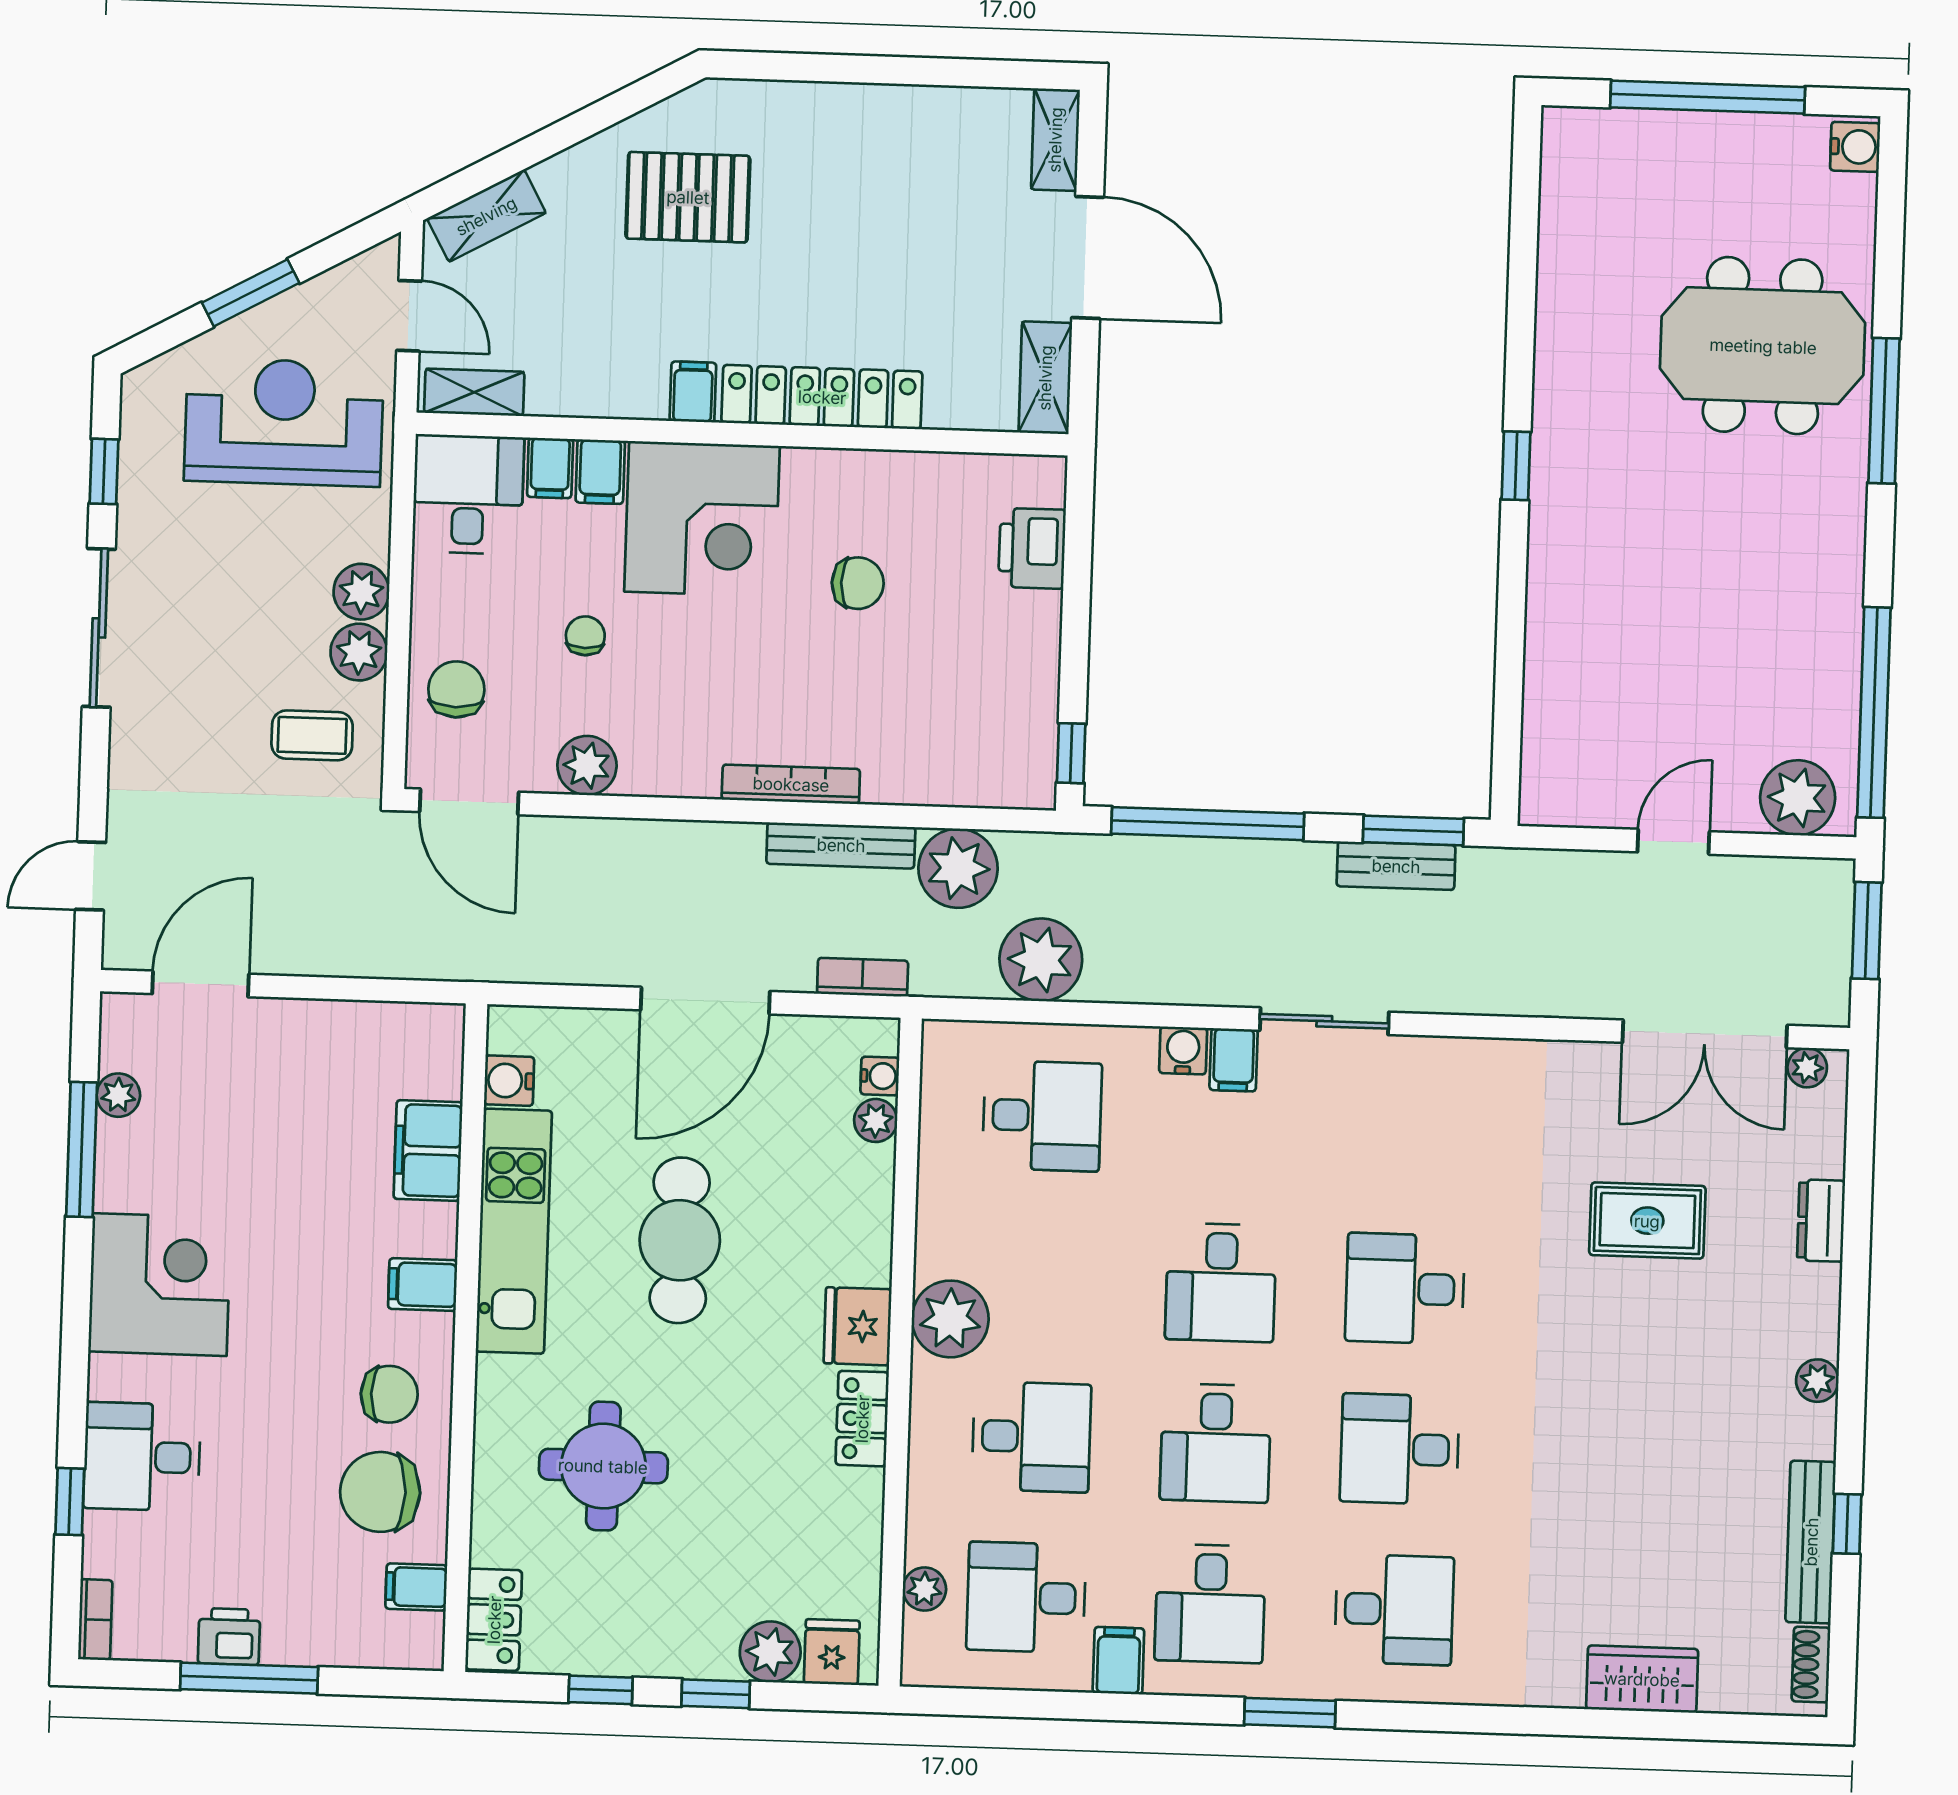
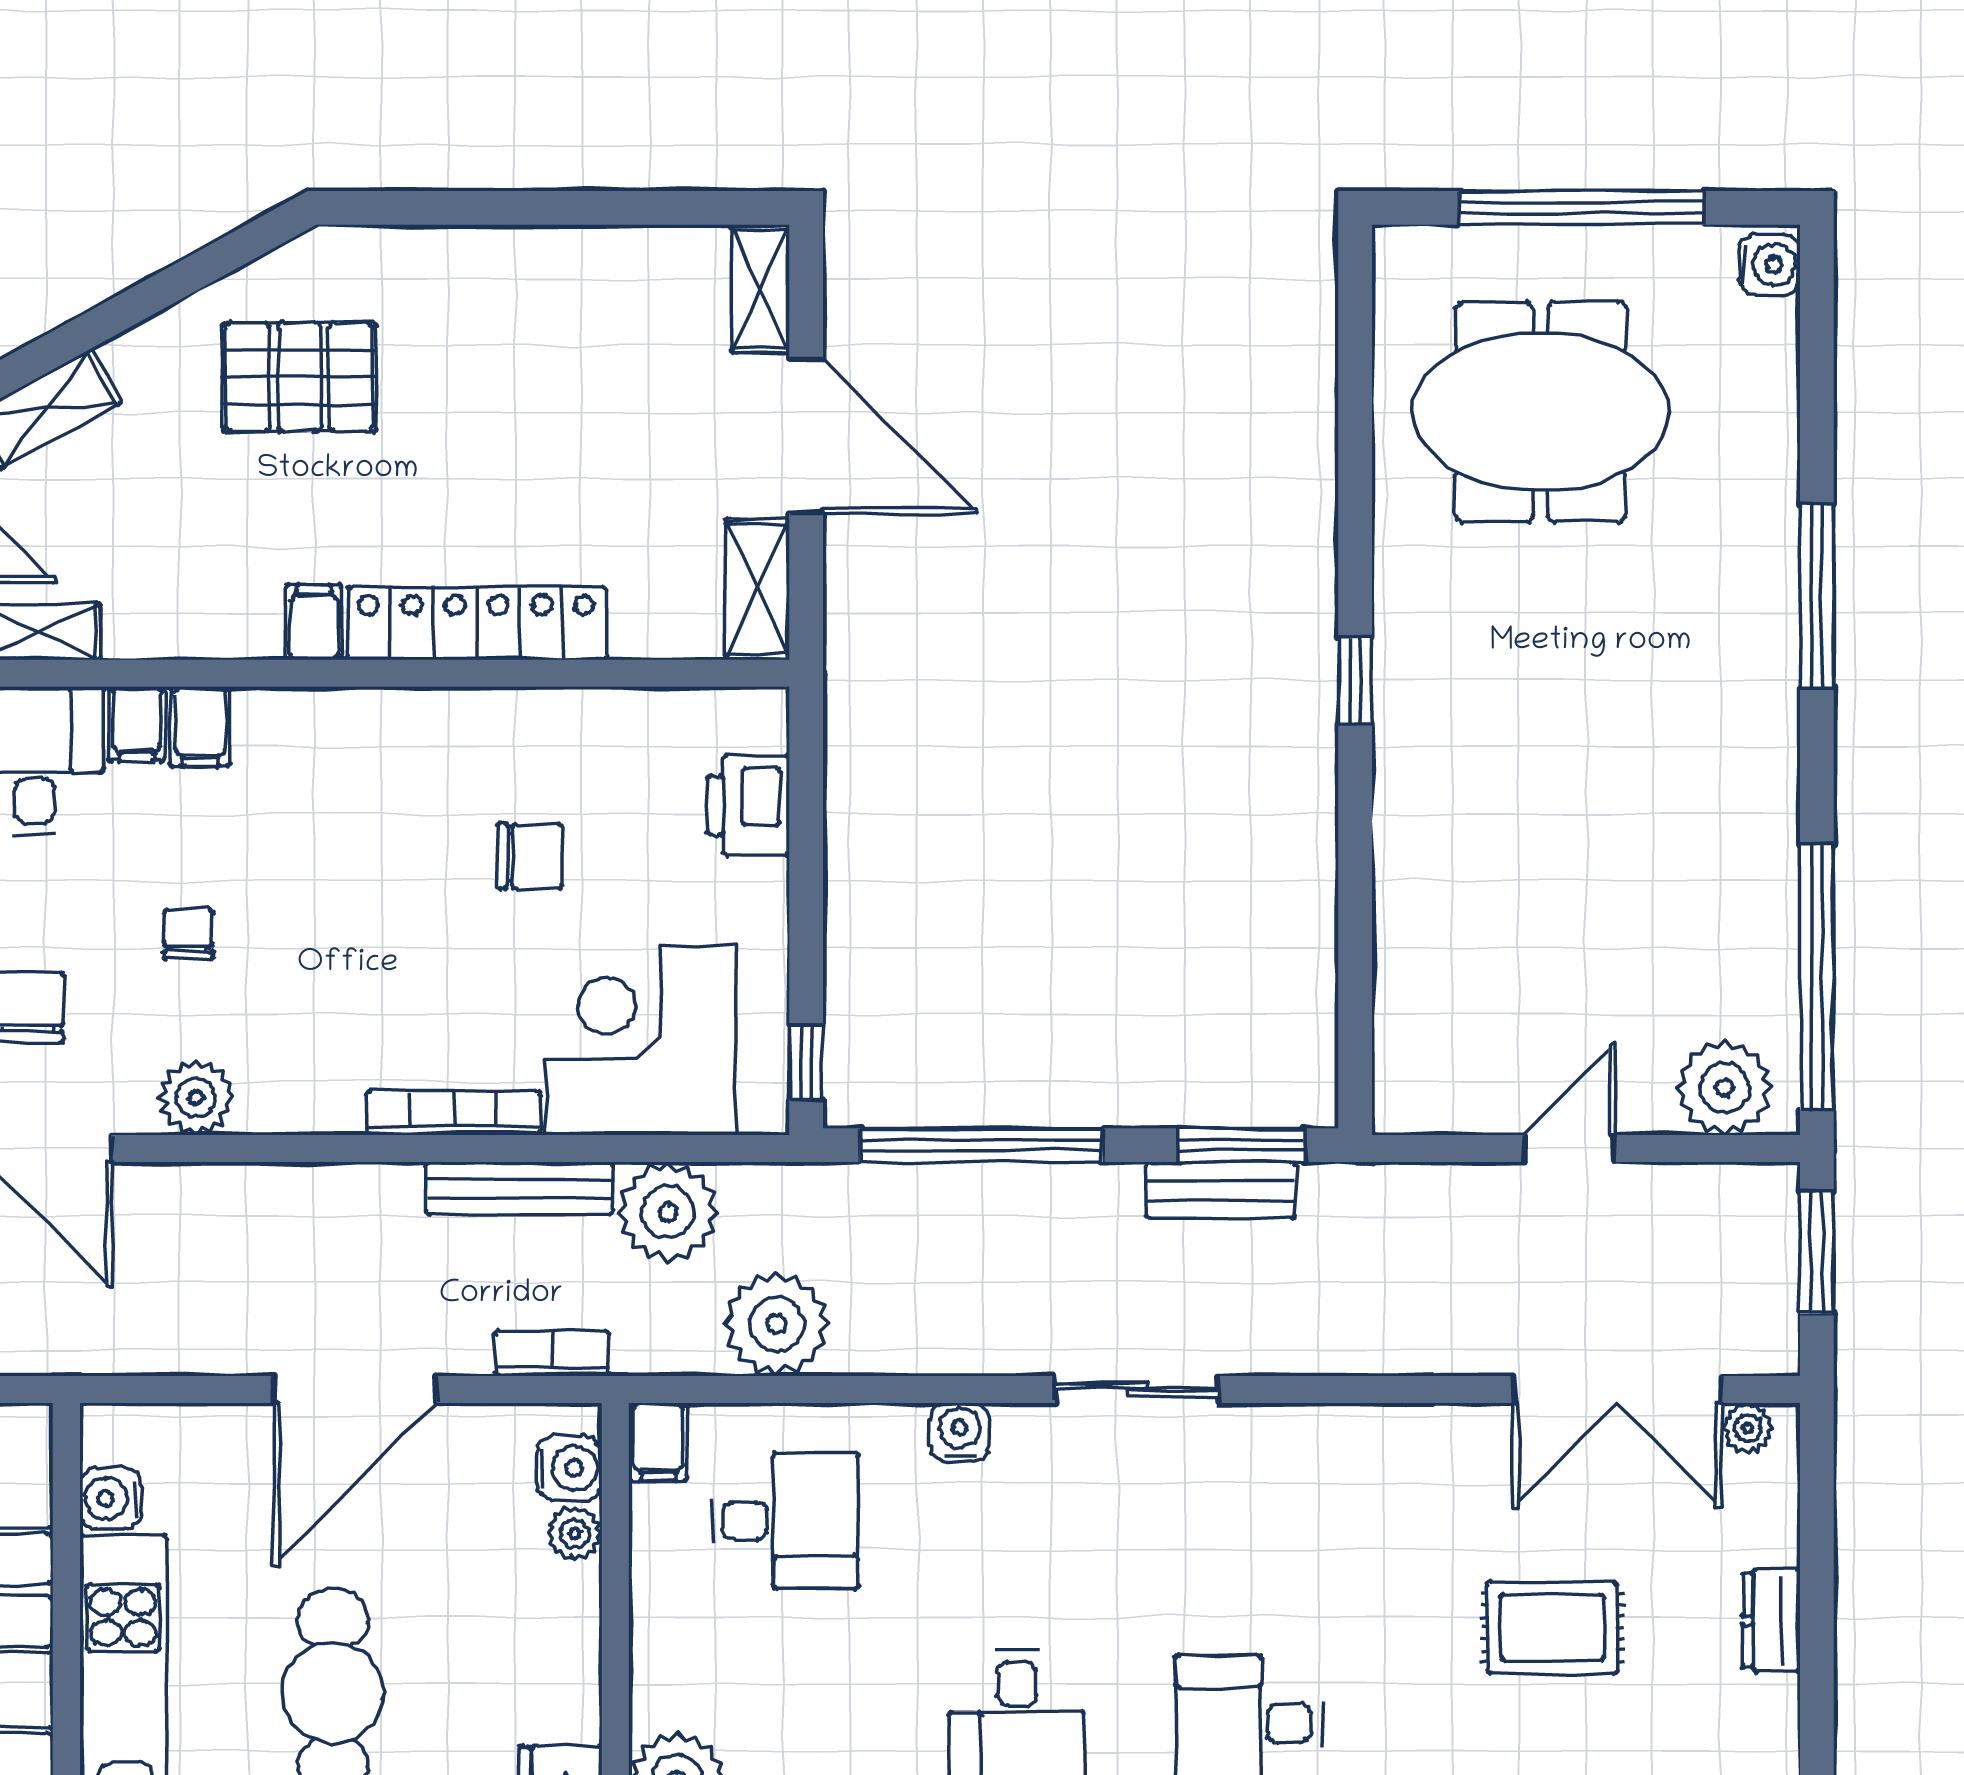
meeting table: (1763, 346) -> (1540, 412), moved
corner desk: (702, 519) -> (641, 1040), moved, turned 180
filing cabinet: (1234, 1060) -> (658, 1442), moved
water cooler: (880, 1076) -> (569, 1468), width x1.38, depth x1.38

